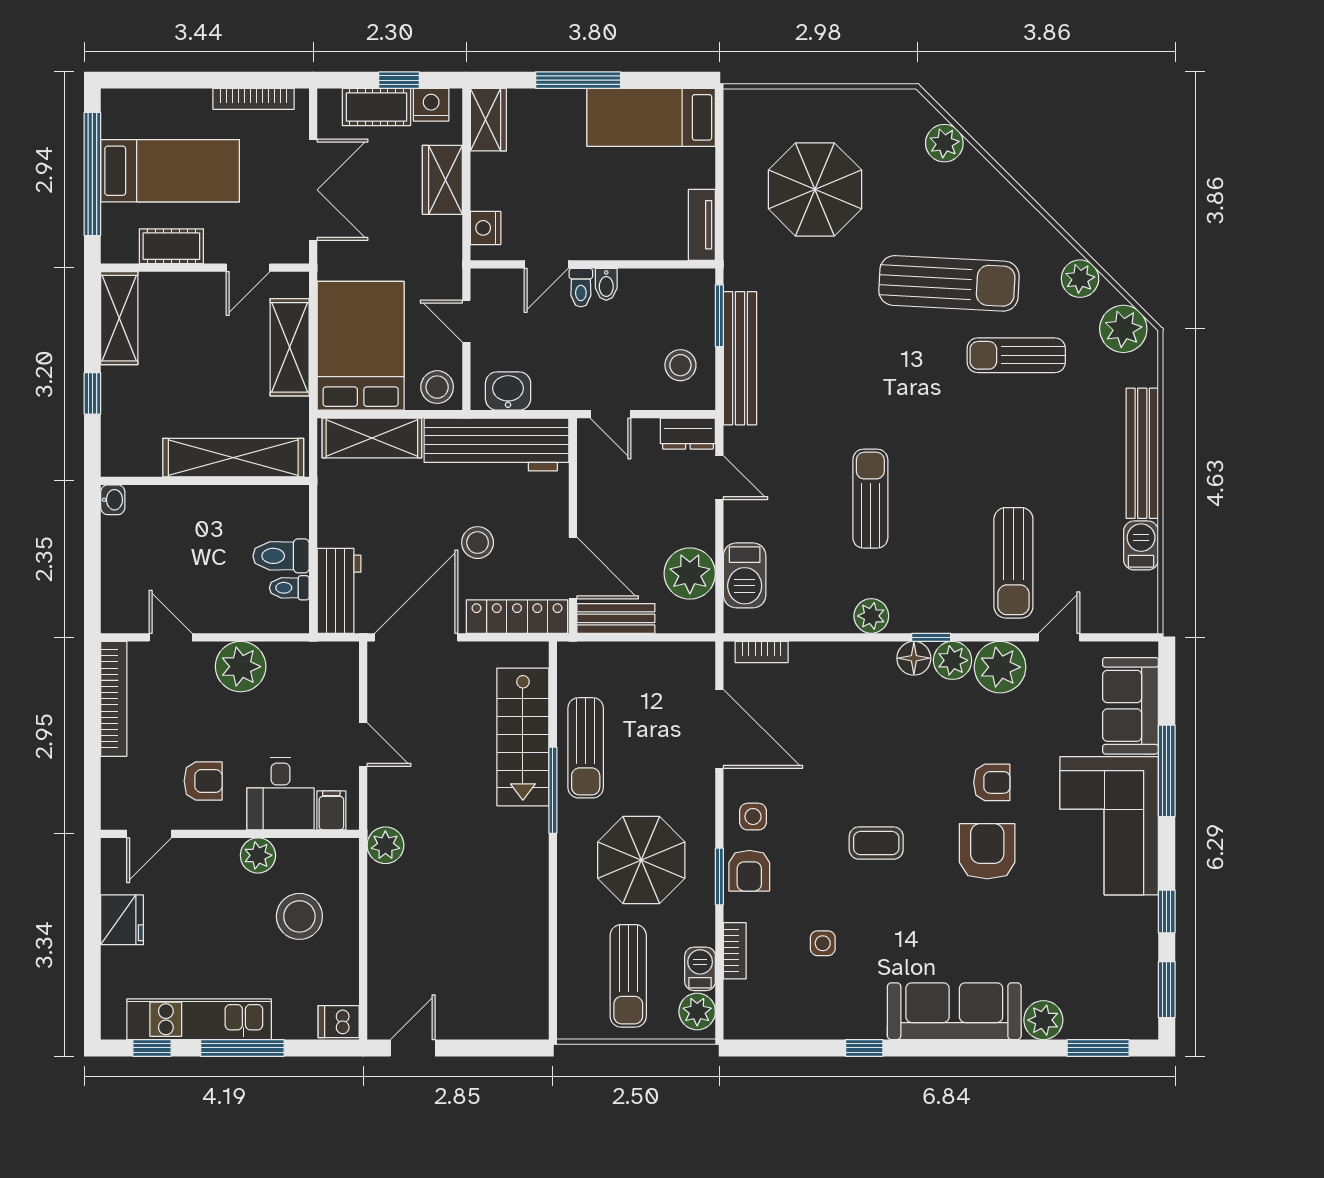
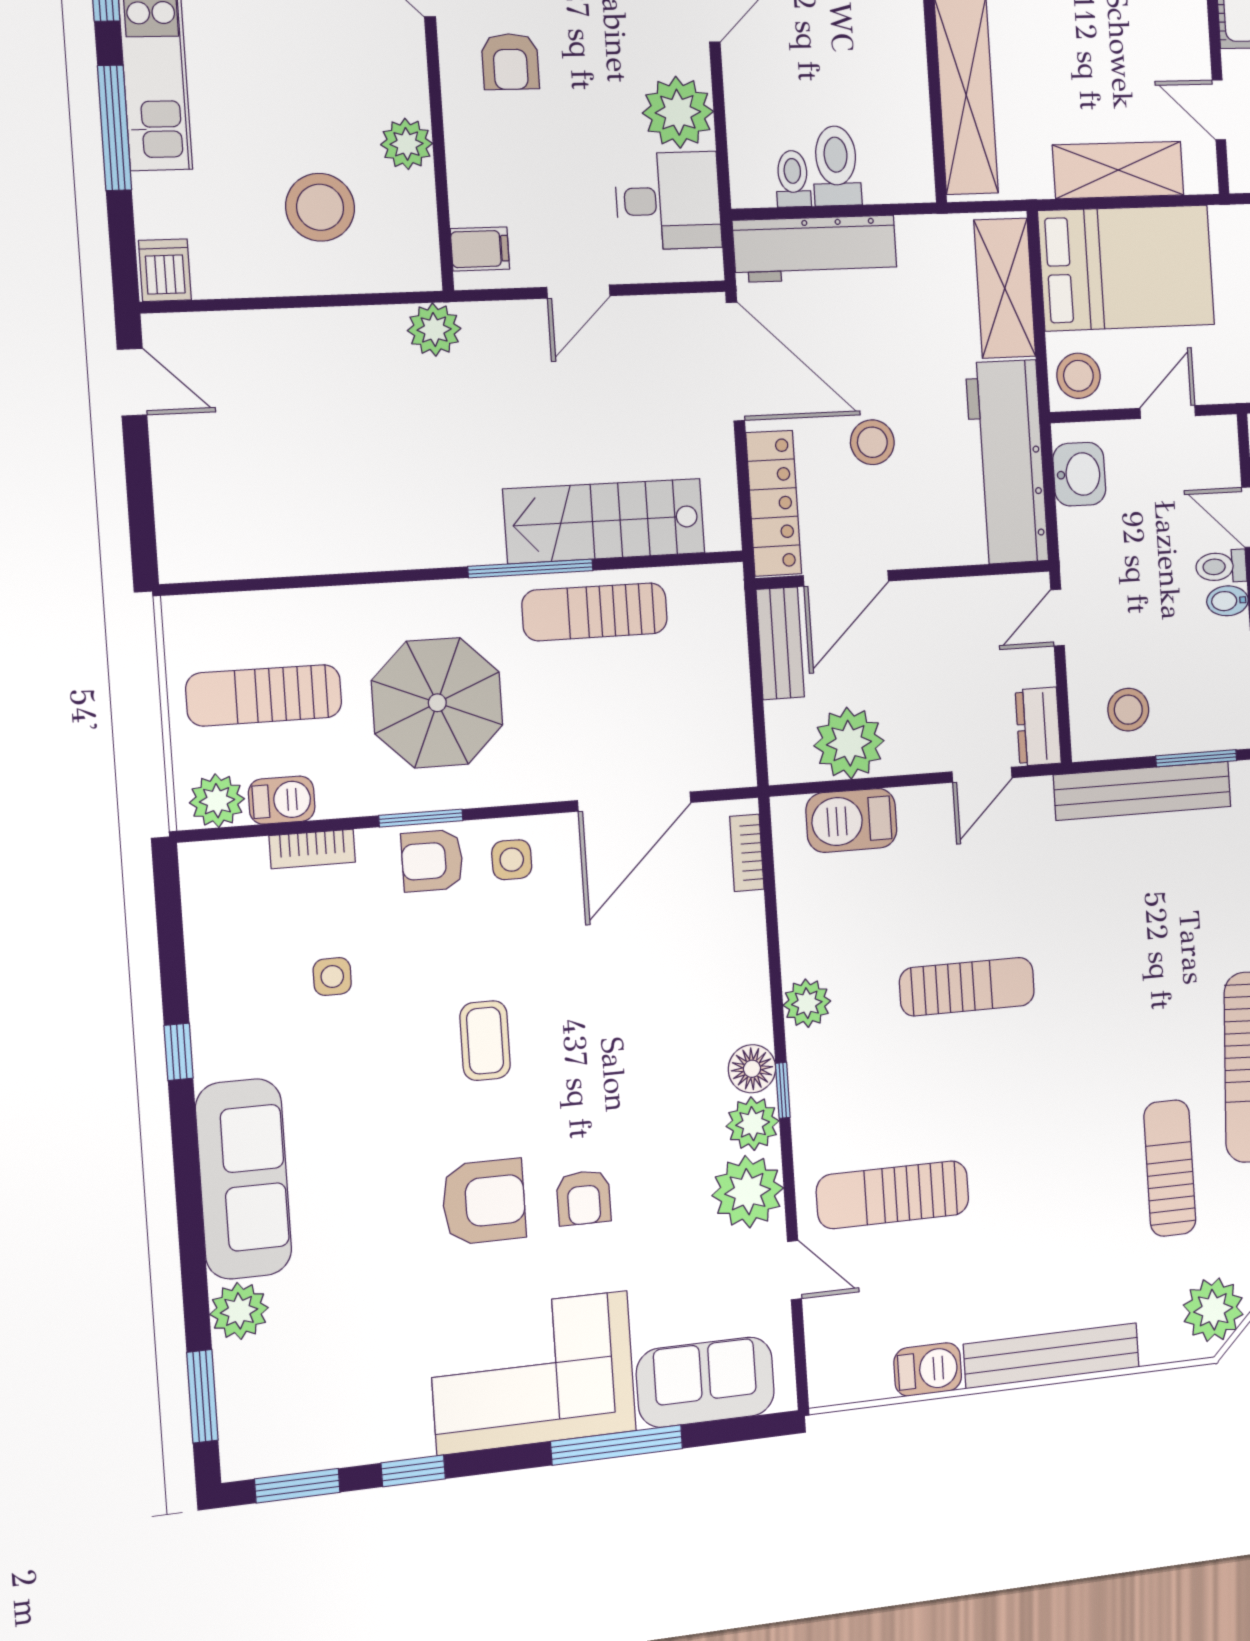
workbench: (339, 591) -> (815, 249), width x1.38
desk: (281, 794) -> (668, 201), moved, turned 180

